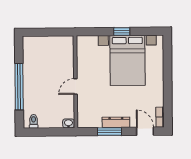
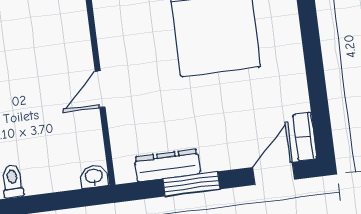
dresser: (116, 122) -> (167, 165), moved
door: (145, 131) -> (274, 173), hinge flipped

